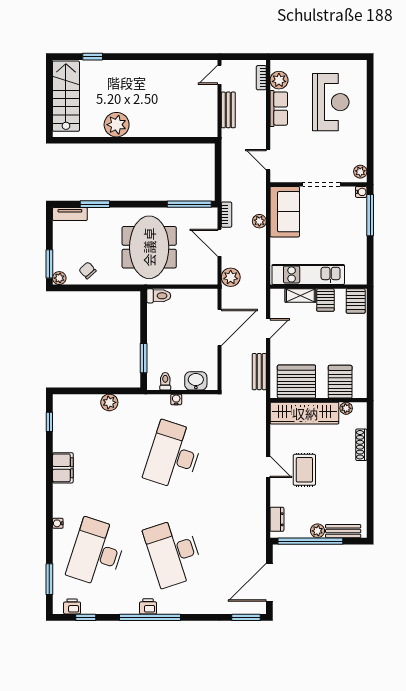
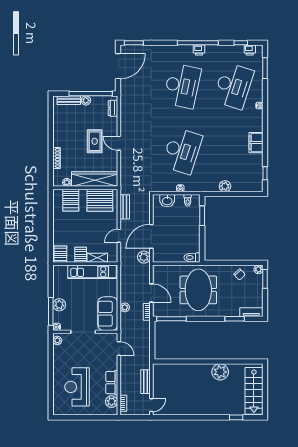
plant: (357, 225) -> (59, 305), added
plant: (231, 277) -> (144, 257), moved
desk: (173, 553) -> (182, 86), turned 30

